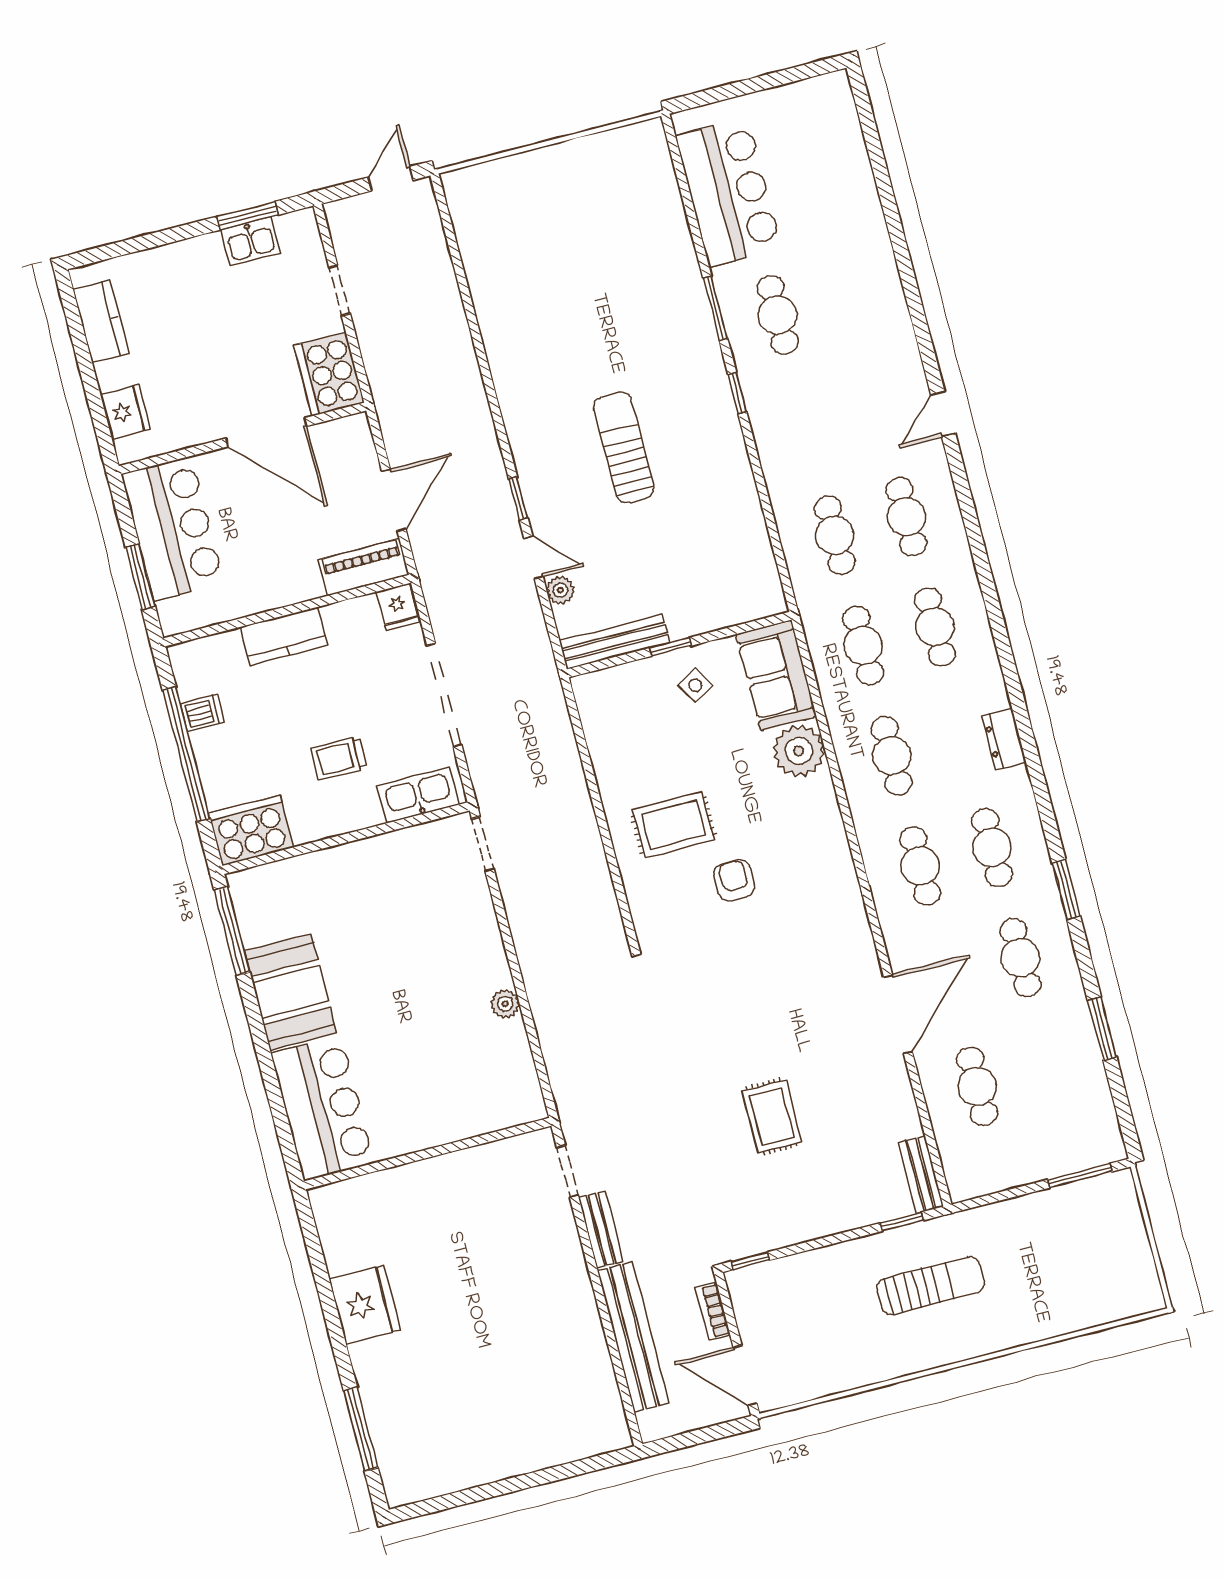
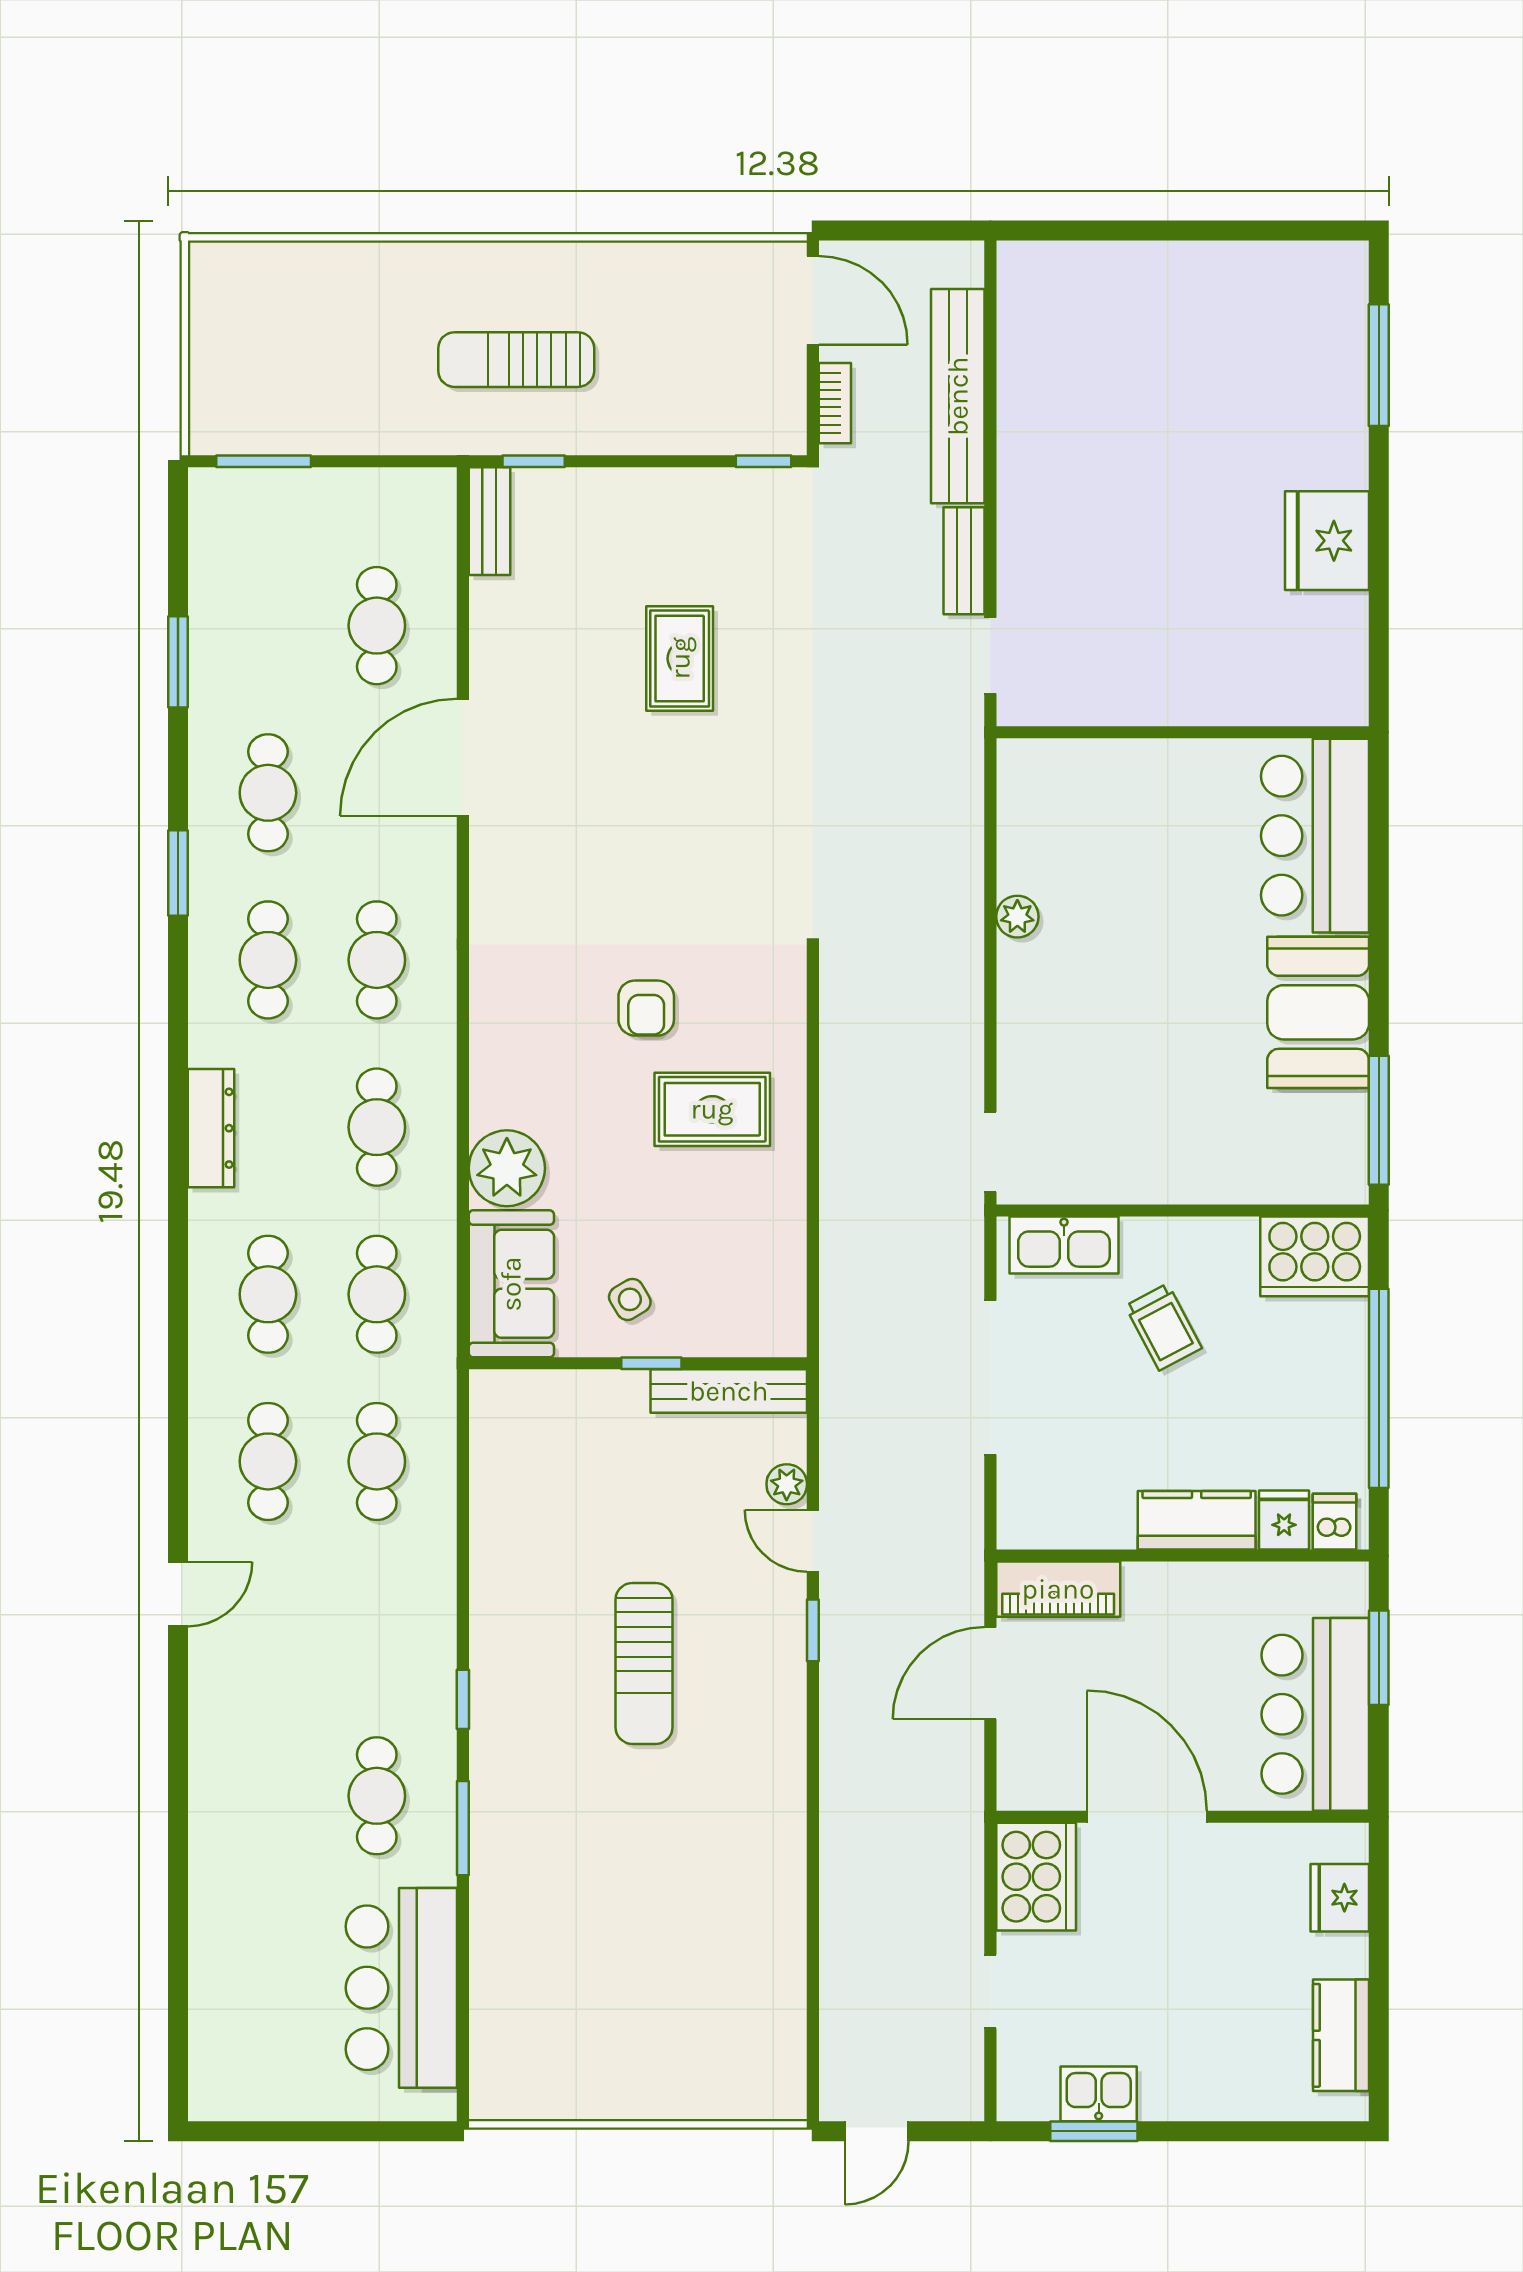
fridge: (398, 607) -> (1284, 1520), moved
dishwasher: (202, 713) -> (1334, 1522), moved, turned 90
dresser: (1004, 739) -> (211, 1128), width x1.44
trolley: (339, 758) -> (1163, 1327), turned 62

